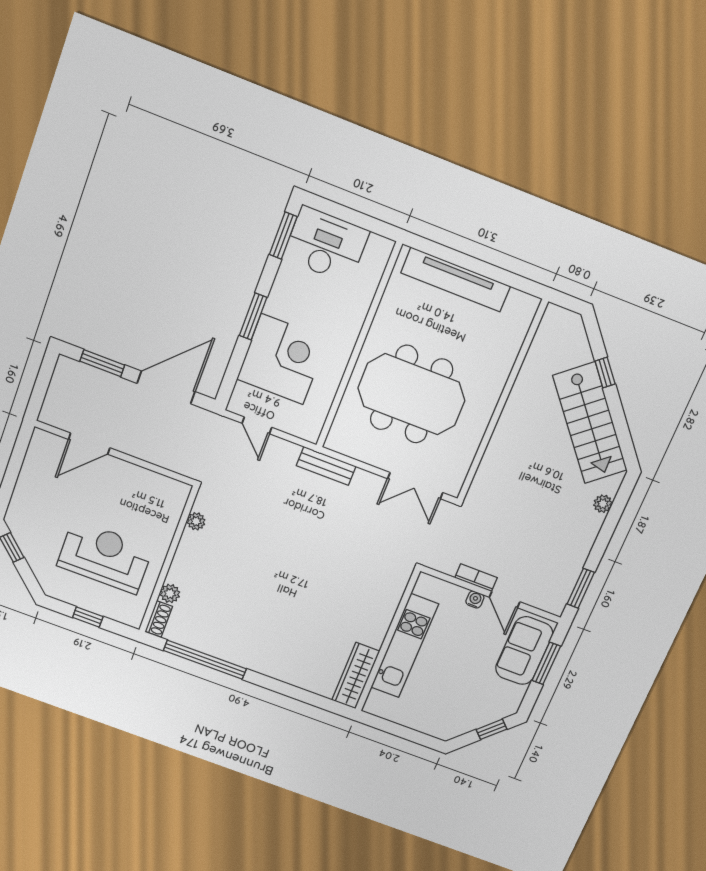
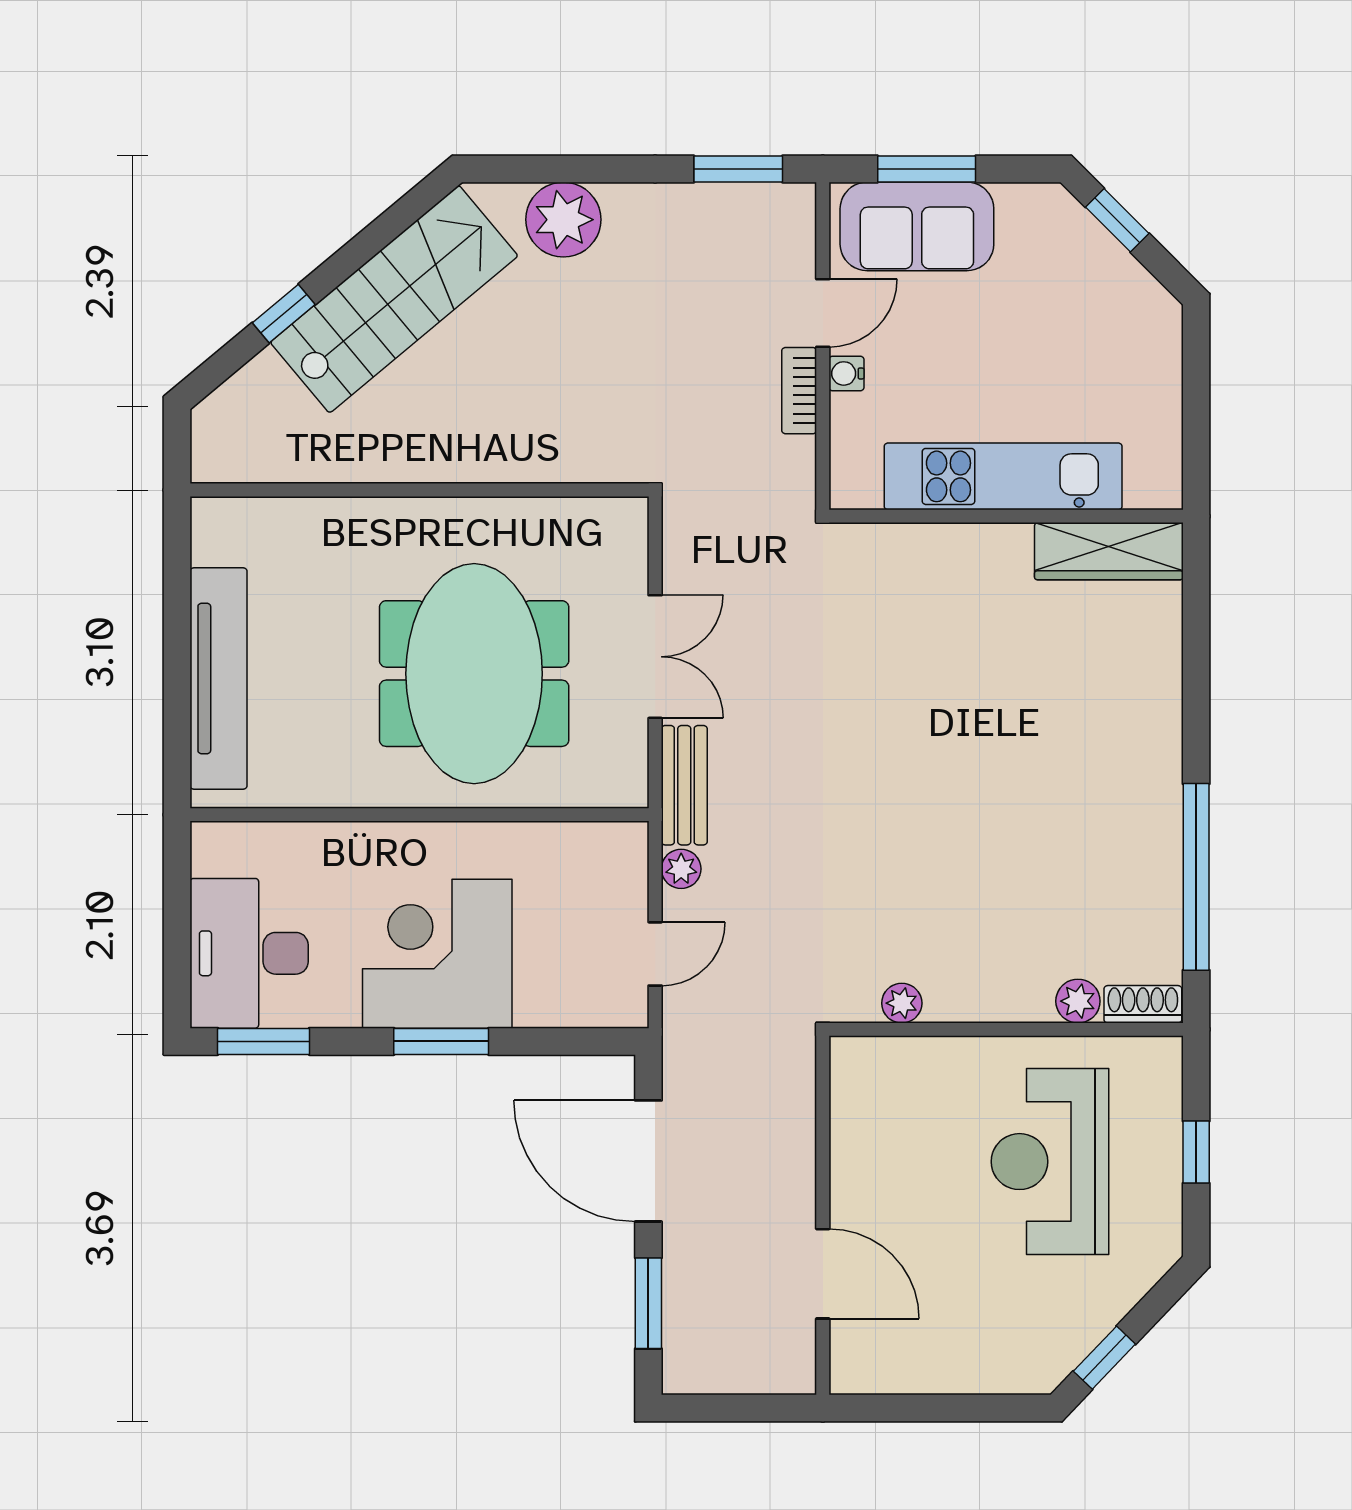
corner desk: (282, 359) -> (437, 954), moved
plant: (290, 451) -> (681, 869), added
double door: (415, 486) -> (655, 657), moved
plant: (603, 504) -> (563, 220), width x1.87, depth x1.87

